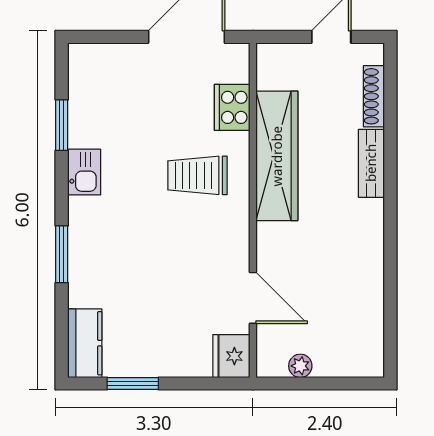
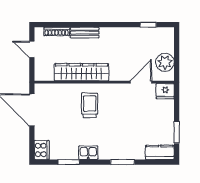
cooker: (232, 107) -> (42, 150), moved, turned -90
trolley: (197, 175) -> (90, 105), turned 180
window: (390, 316) -> (148, 25), added
plant: (300, 366) -> (165, 62), width x1.88, depth x1.88

